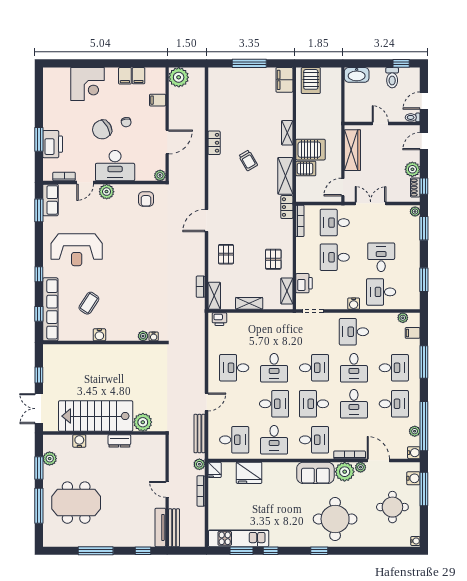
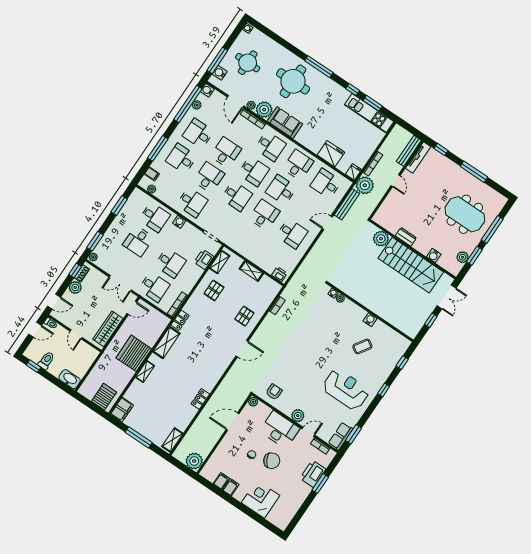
filing cabinet: (158, 100) -> (219, 455), removed
server rack: (310, 150) -> (134, 353), width x1.60
trolley: (248, 160) -> (185, 371), removed
server rack: (306, 169) -> (149, 338), removed
shelving: (214, 296) -> (172, 440), moved
row of seats: (50, 309) -> (392, 360), removed
desk: (314, 368) -> (237, 196), turned 180
desk: (314, 440) -> (270, 146), turned 180
plant: (199, 464) -> (365, 185), width x1.87, depth x1.87
window: (319, 551) -> (319, 67), width x2.17

